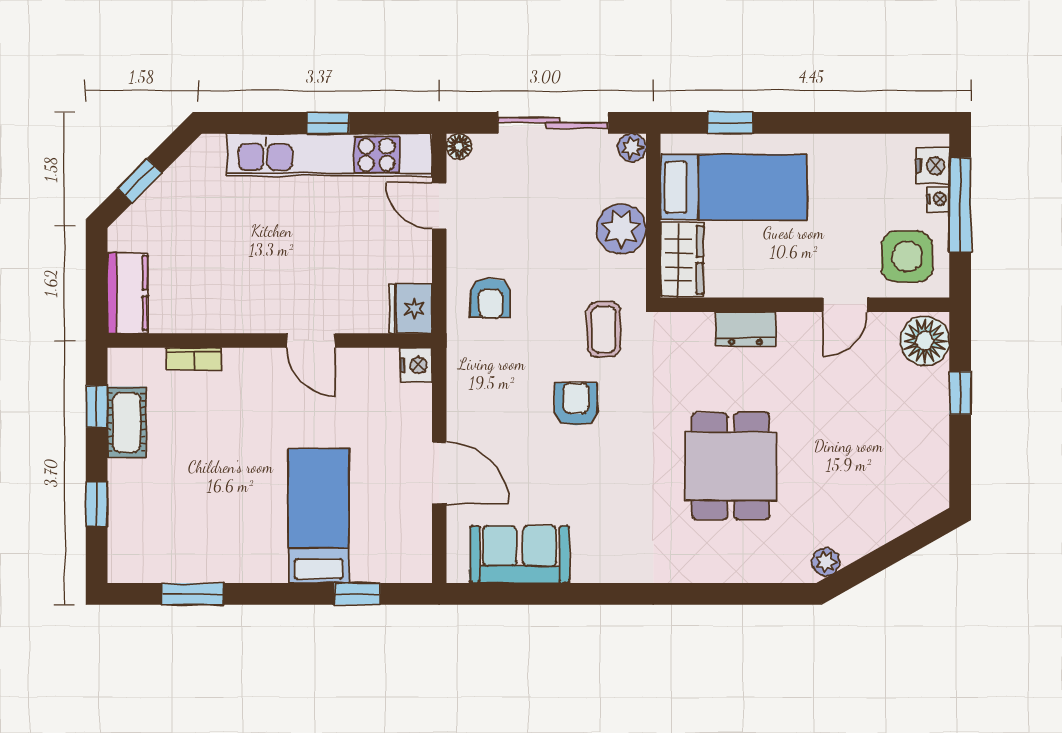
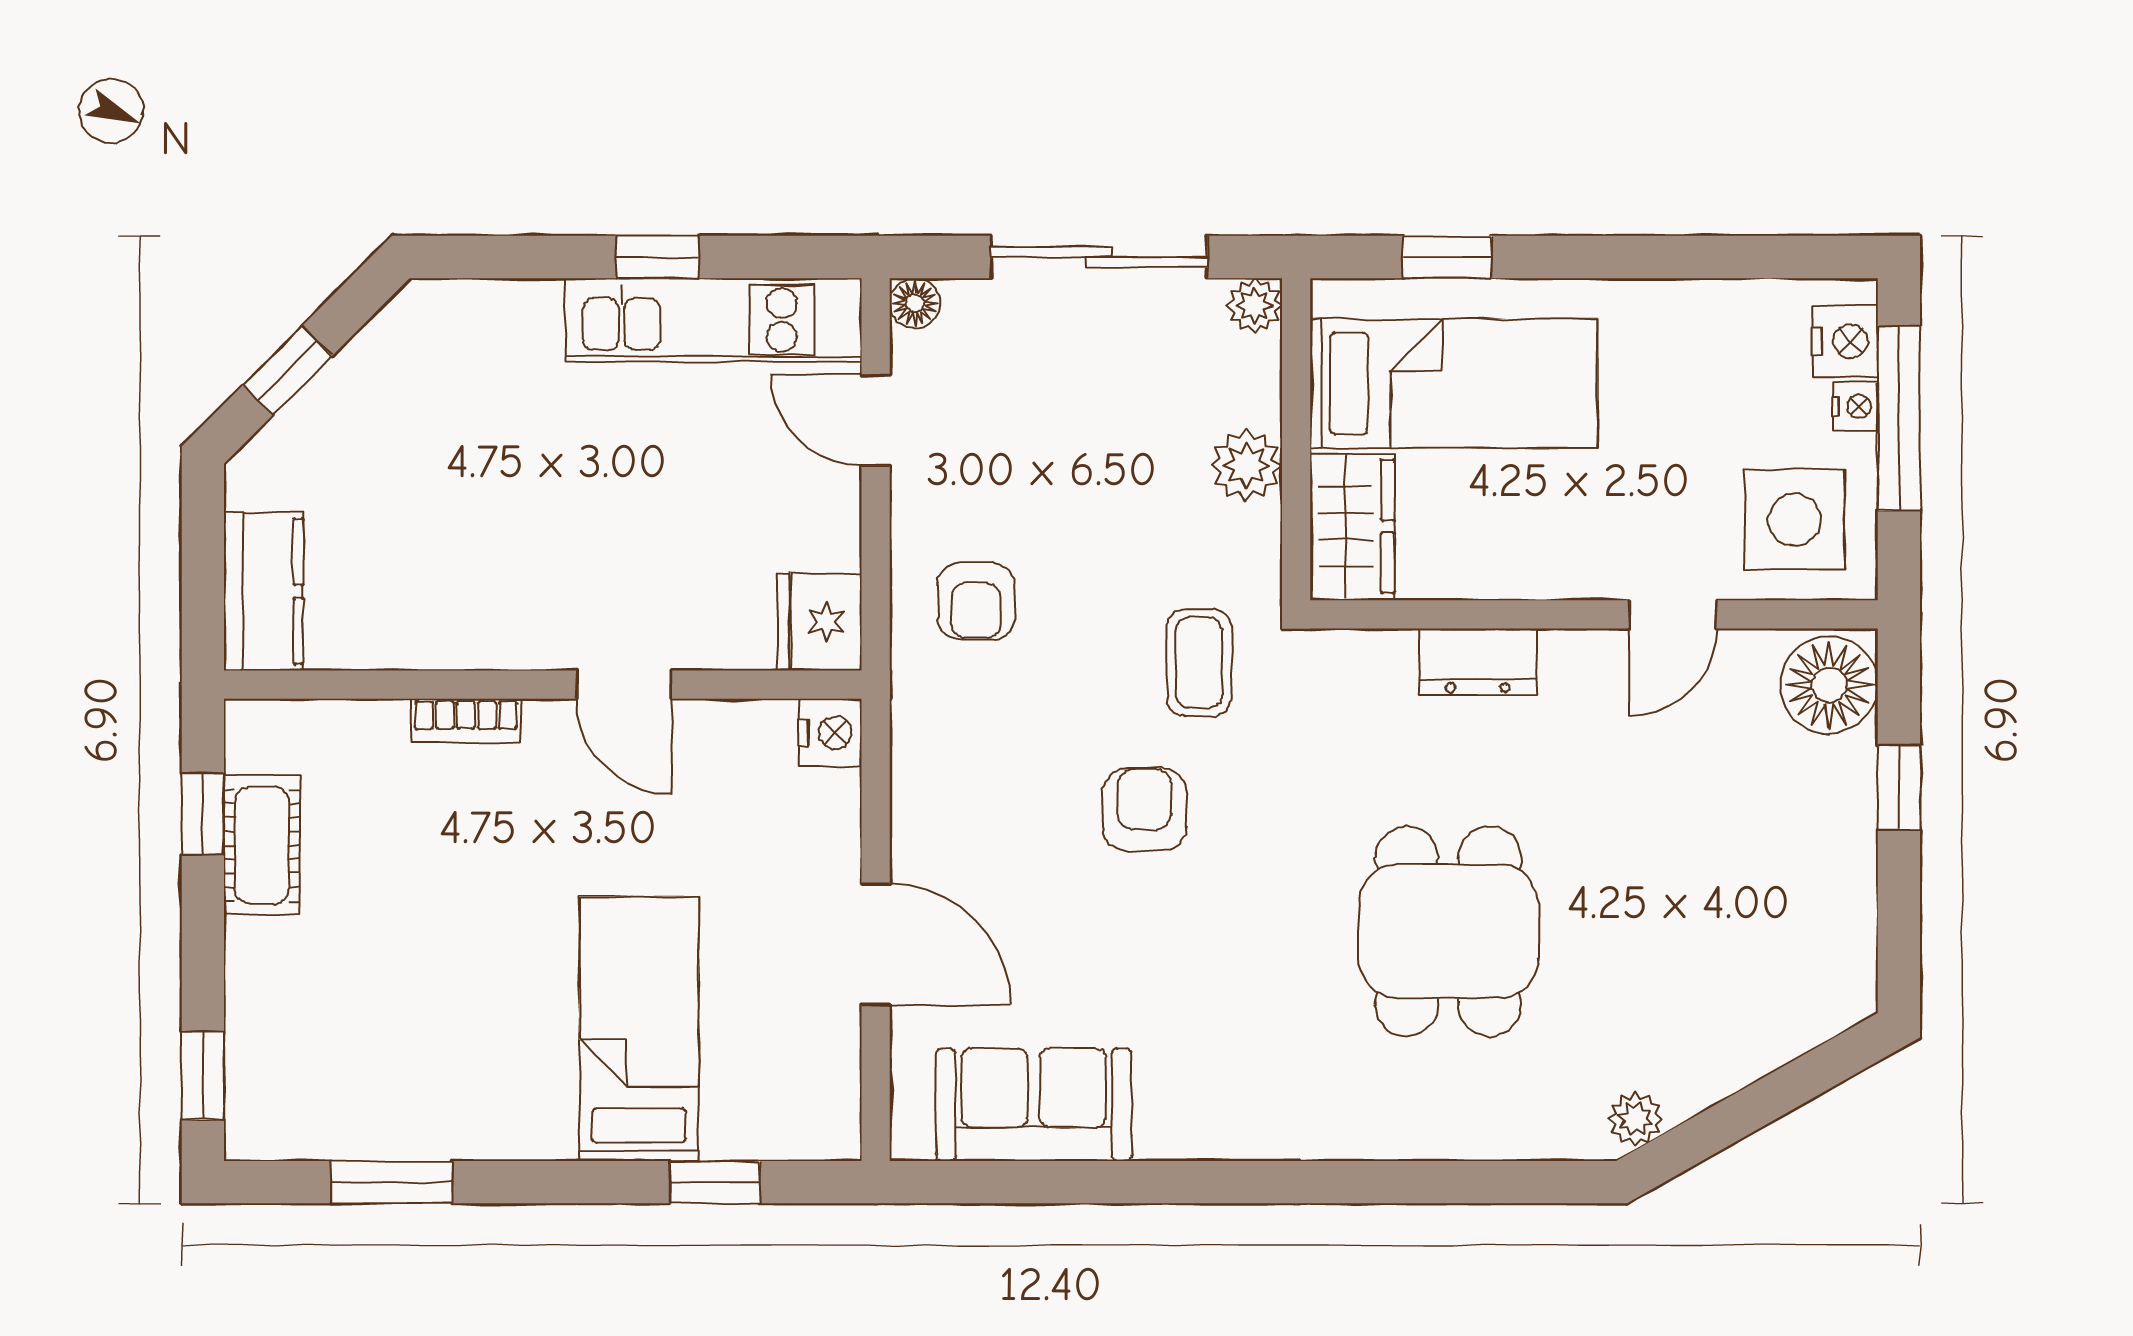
kitchen unit: (329, 155) -> (713, 320), width x0.73
plant: (621, 229) -> (1246, 465), width x0.73, depth x0.73
bookcase: (194, 359) -> (466, 720), moved
window: (97, 504) -> (203, 1076), moved

